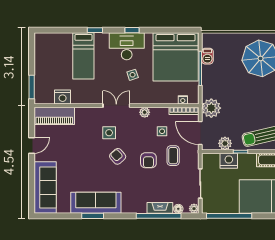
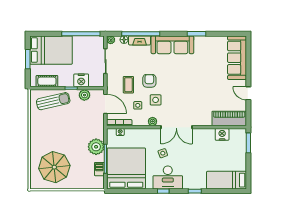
bed: (83, 56) -> (226, 180), moved, turned -90
double door: (116, 106) -> (176, 127), width x1.37
plant: (211, 108) -> (96, 147), moved
side table: (109, 133) -> (156, 100), moved
door: (32, 145) -> (248, 93), hinge flipped
armchair: (118, 156) -> (175, 84), removed
sofa: (96, 203) -> (172, 45), moved

